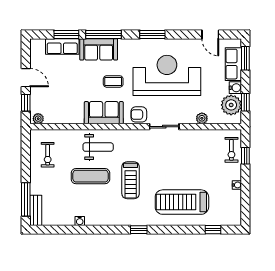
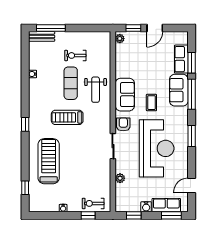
plant: (231, 105) -> (131, 203), removed
exercise bike: (48, 155) -> (75, 55), moved

